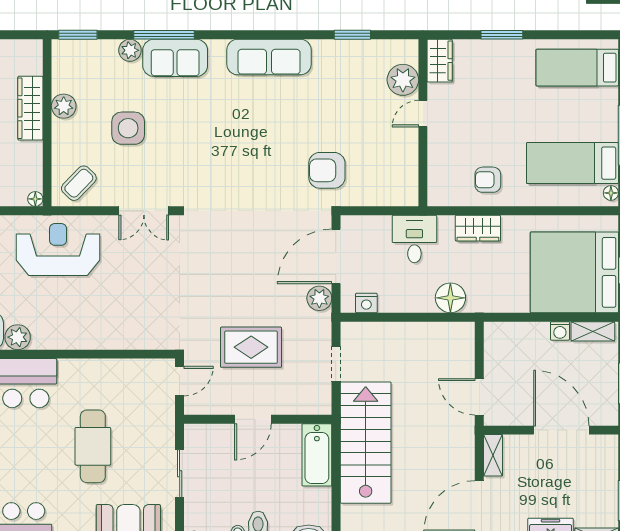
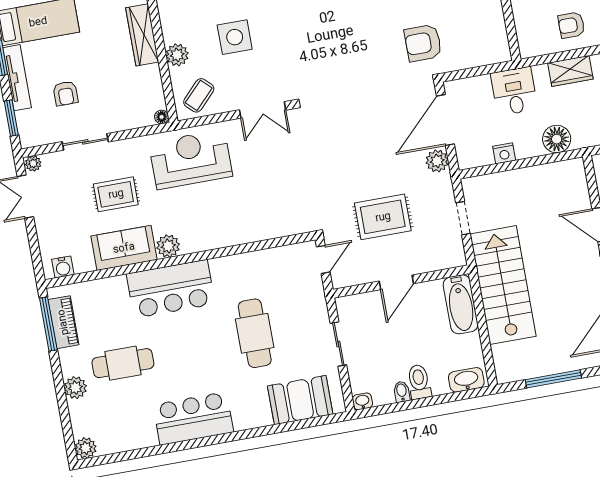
plant: (64, 106) -> (177, 55), moved
nightstand: (366, 303) -> (504, 153), moved

